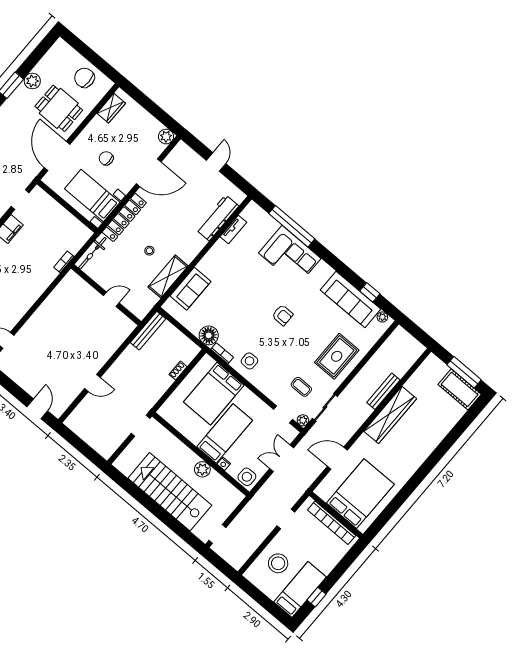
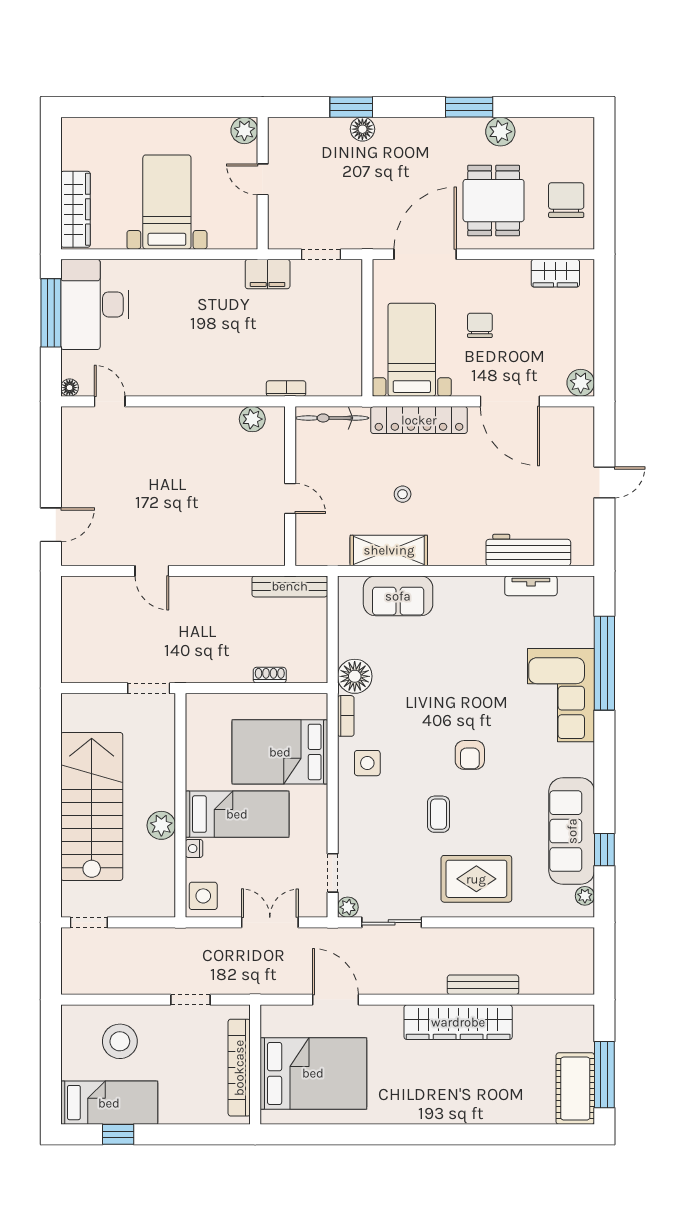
plant: (65, 287) -> (252, 419), added
coffee table: (301, 387) -> (439, 814), moved

